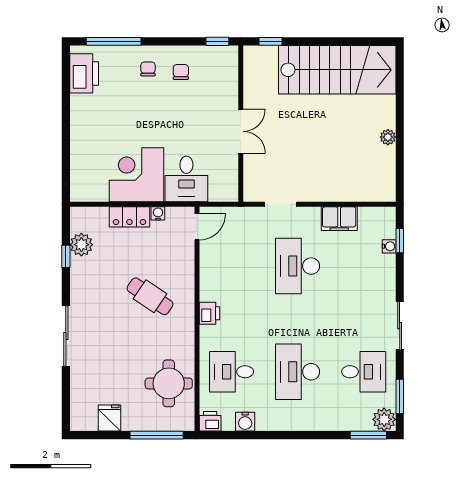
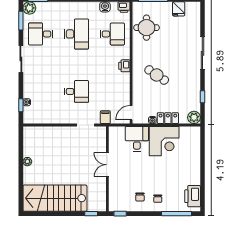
filing cabinet: (339, 219) -> (105, 117), moved, width x0.50
plant: (81, 245) -> (194, 117), moved
desk: (298, 266) -> (76, 91), width x0.73

